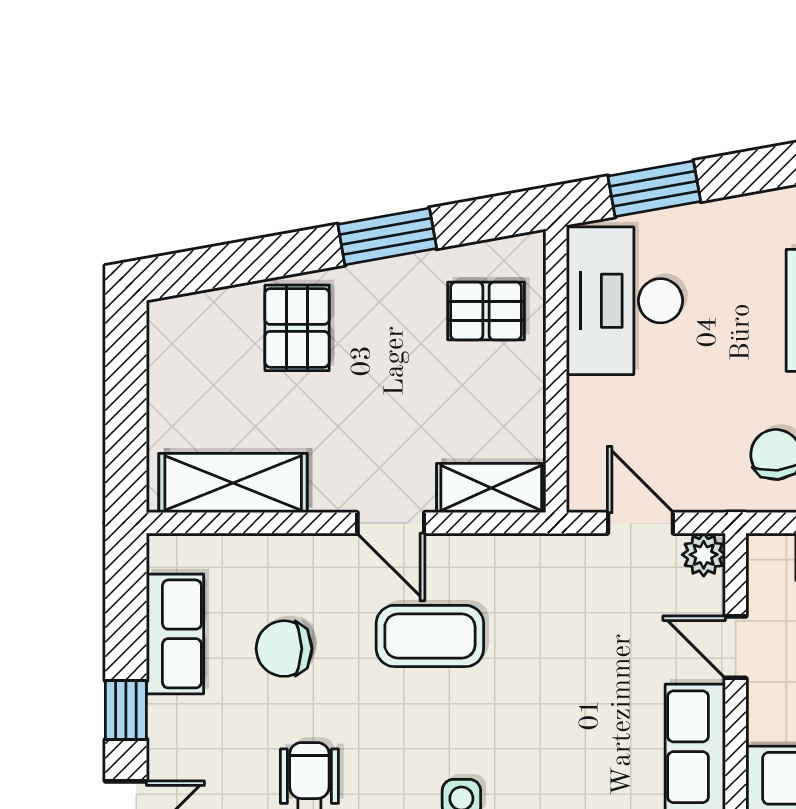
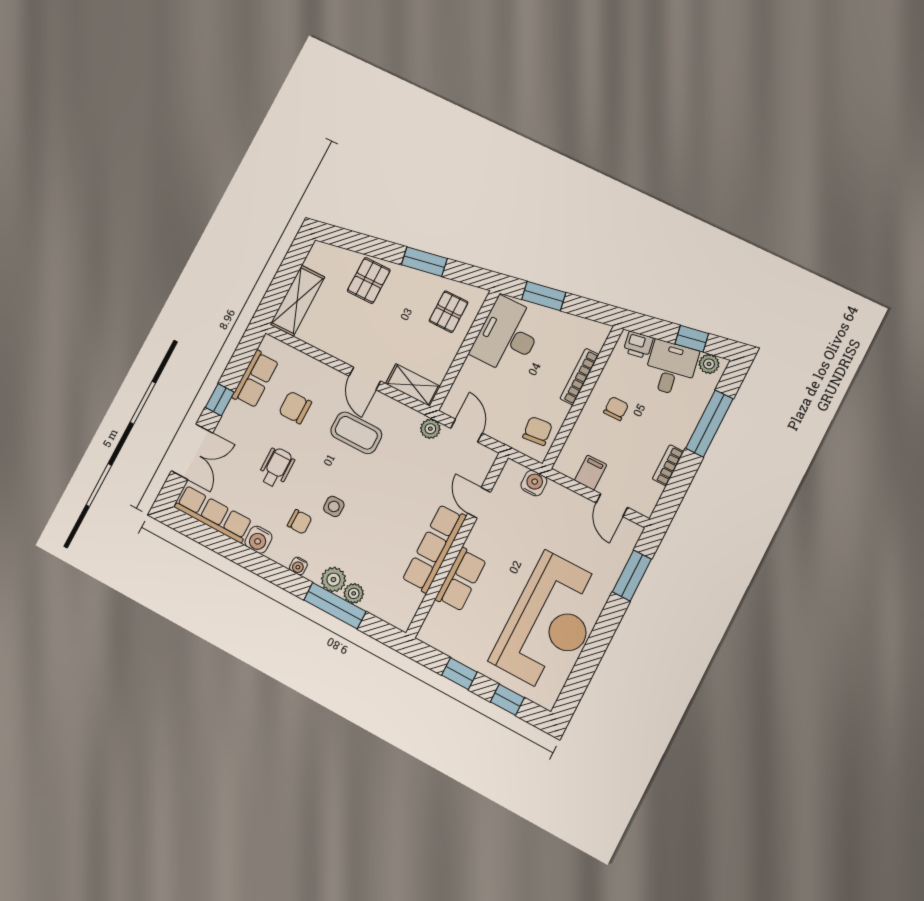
pallet: (486, 311) -> (449, 312), turned 90
shelving: (233, 483) -> (297, 301), moved, turned 90
plant: (704, 555) -> (430, 429), moved

